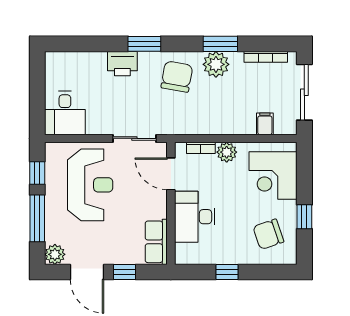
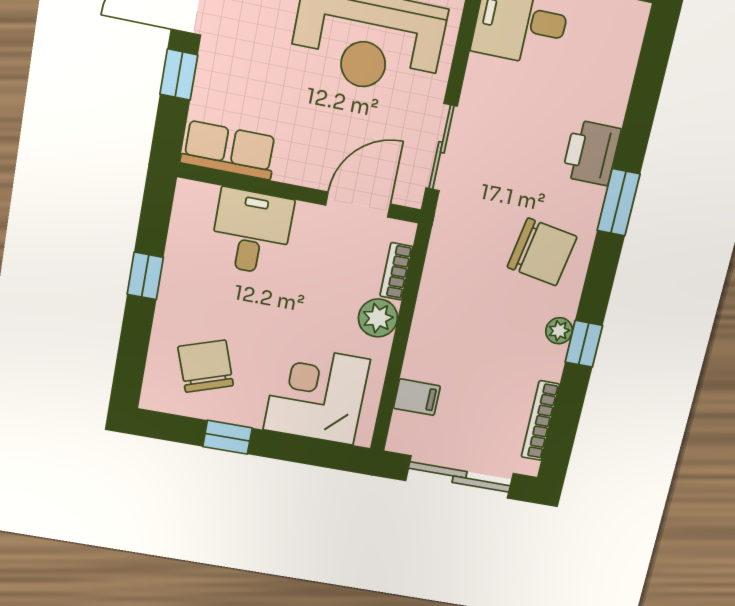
window: (220, 44) -> (584, 344), width x0.67
plant: (216, 64) -> (559, 331), width x0.53, depth x0.53
desk: (195, 217) -> (252, 232), width x0.73

